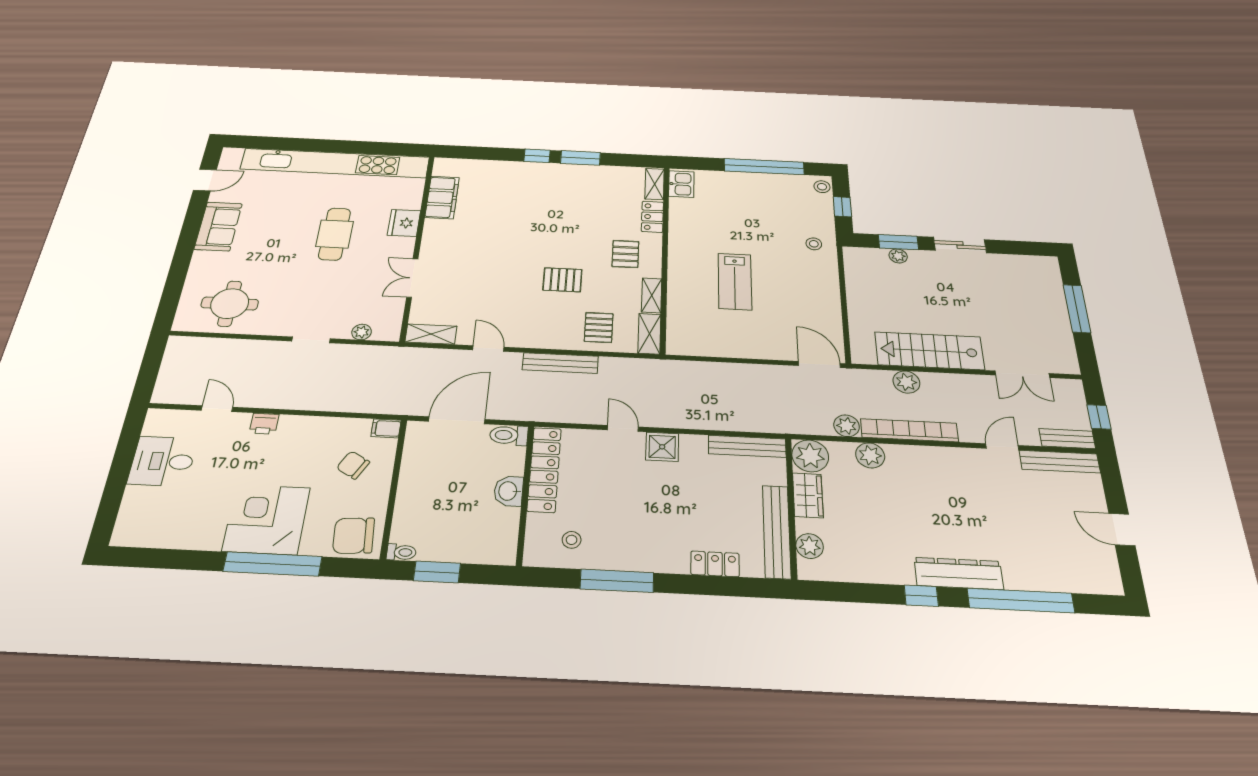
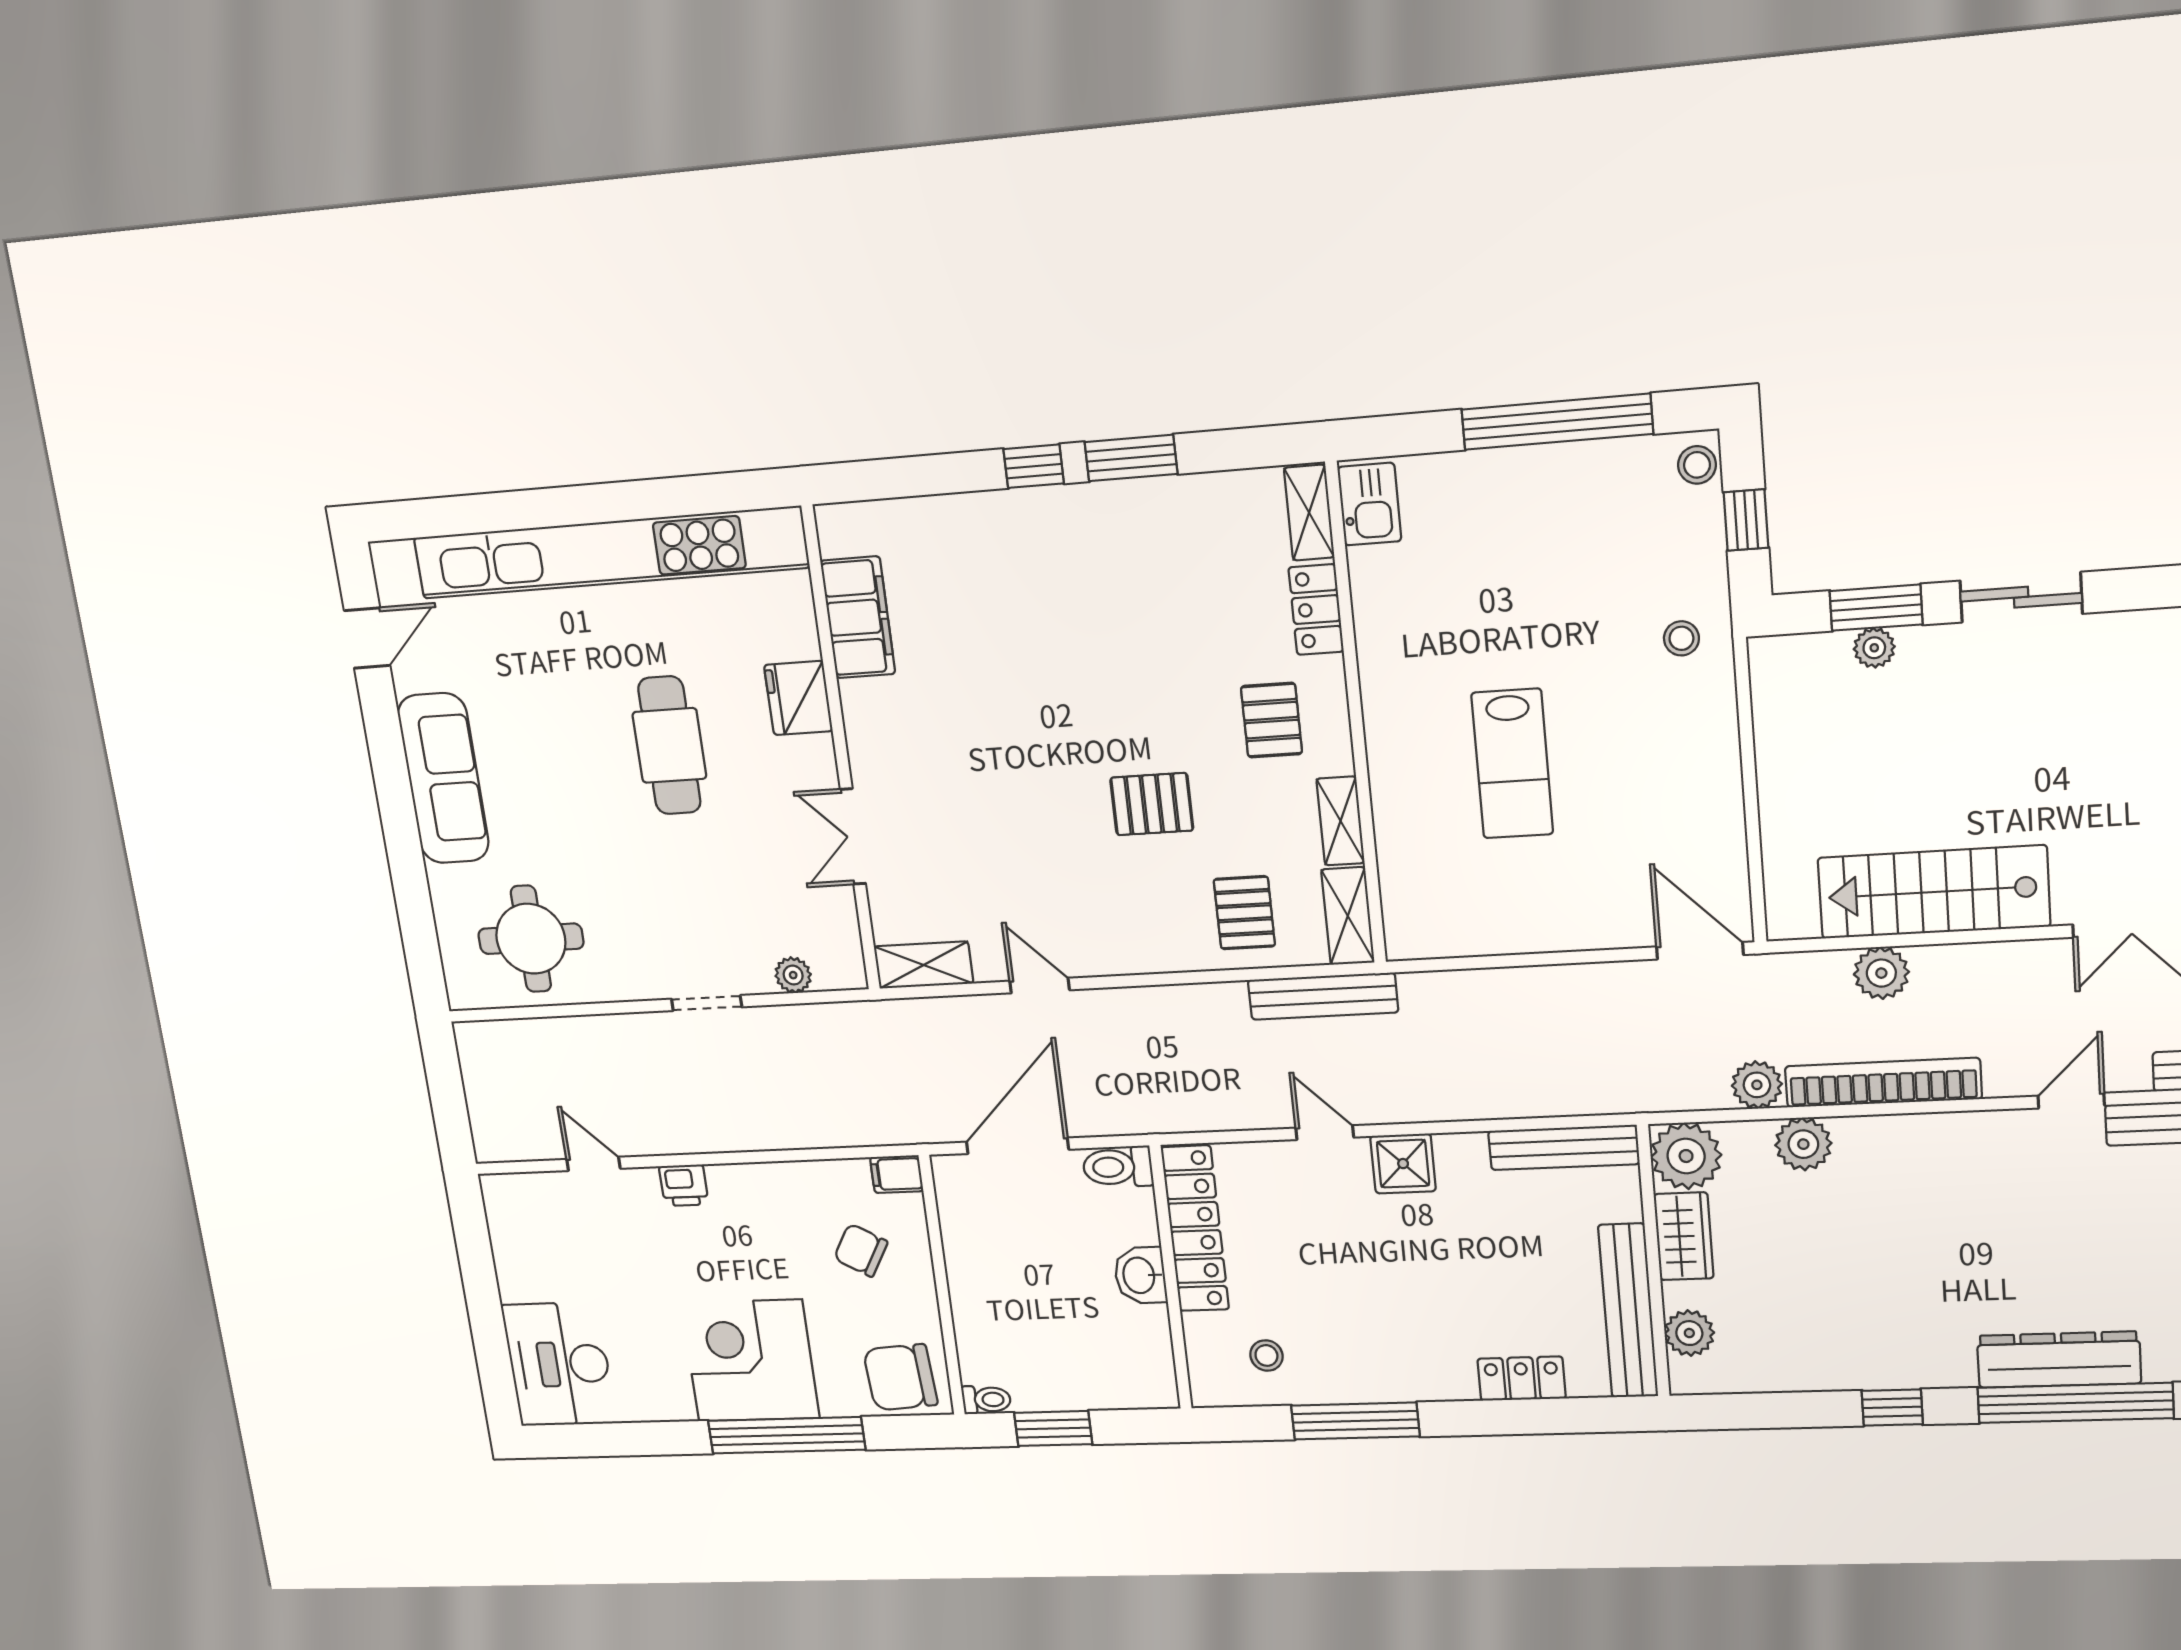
sofa: (218, 226) -> (443, 778), width x1.36
bench: (560, 363) -> (1323, 996), moved
desk: (163, 461) -> (559, 1364), moved, width x1.37
dresser: (959, 573) -> (2059, 1360), moved

